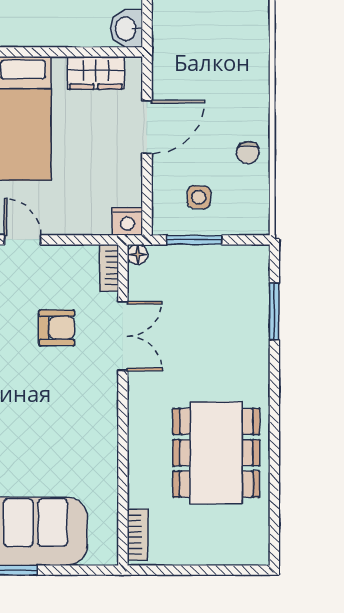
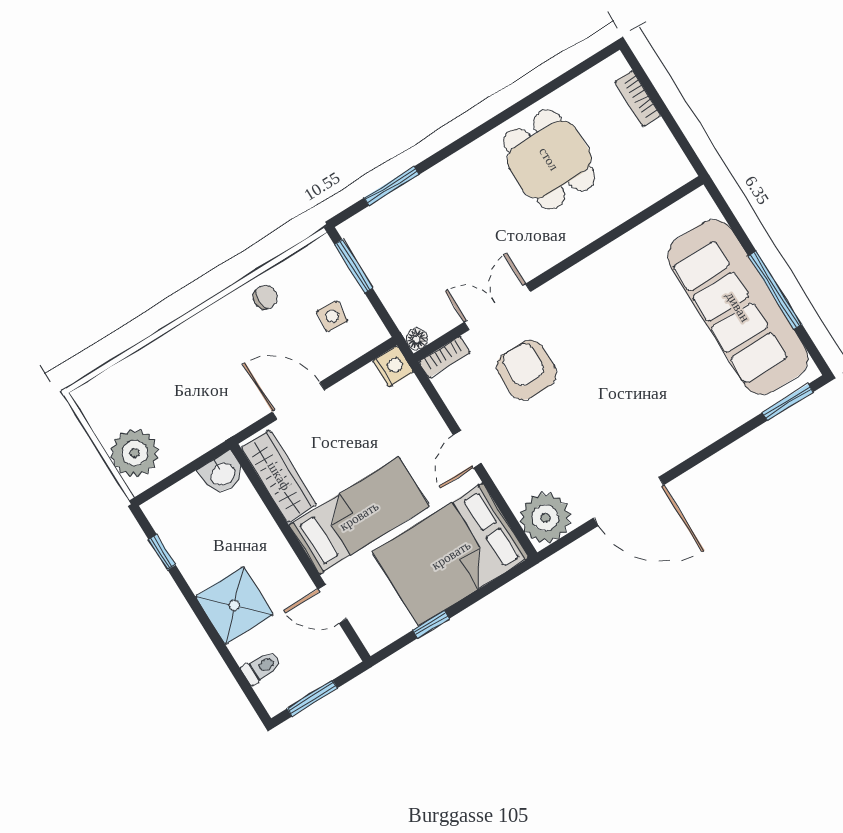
wardrobe: (96, 73) -> (279, 476), width x1.50
window: (194, 240) -> (354, 266), moved
armchair: (57, 328) -> (527, 370), width x1.38, depth x1.38
dining table: (216, 453) -> (549, 159), width x0.73
bookcase: (138, 535) -> (638, 99), moved, turned -90

